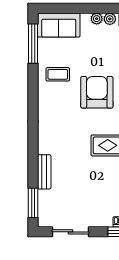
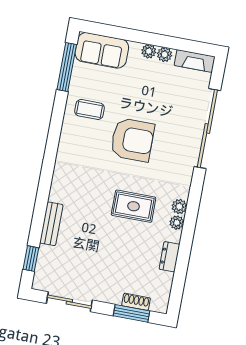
armchair: (97, 92) -> (132, 140), turned 90
window: (33, 203) -> (31, 259), width x0.67

